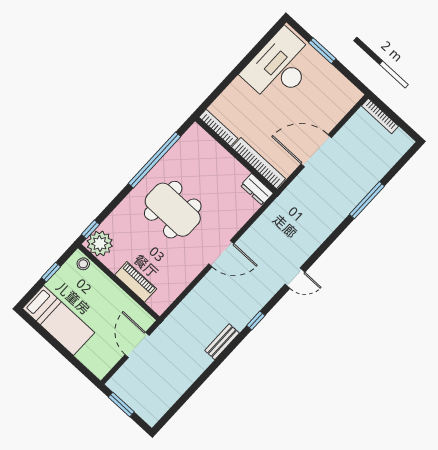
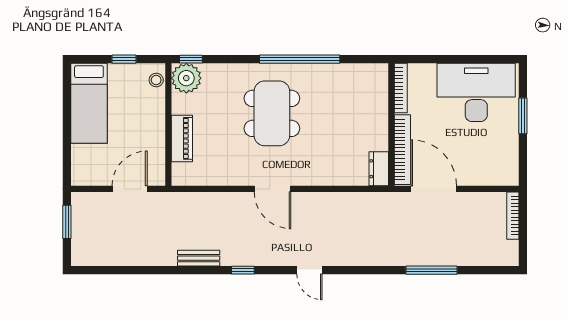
bookcase: (218, 128) -> (401, 88), moved
wall: (236, 155) -> (391, 124), moved
bookcase: (259, 163) -> (402, 150), moved
dresser: (257, 189) -> (379, 169), moved

